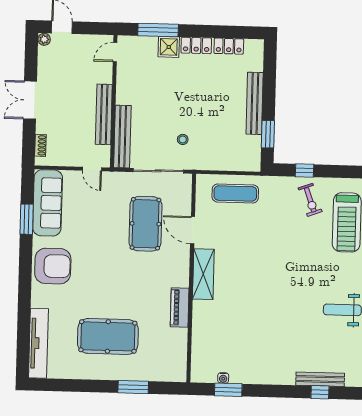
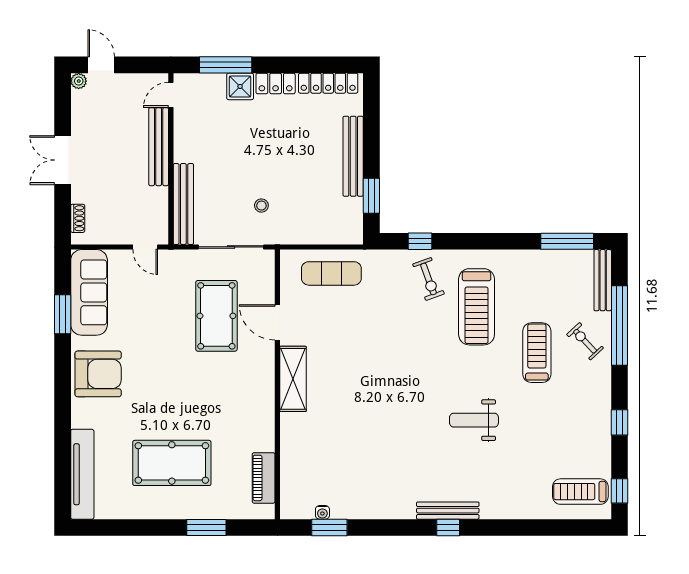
locker: (229, 46) -> (328, 83), width x1.53
bench: (104, 114) -> (159, 147), moved
piano: (180, 307) -> (264, 478), moved

